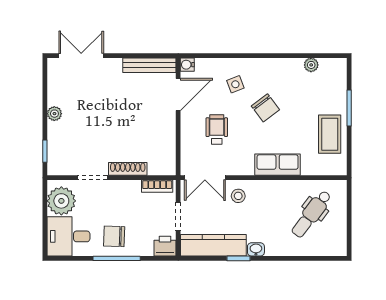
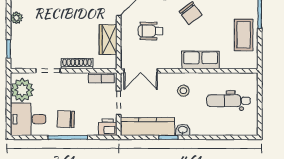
wheelchair: (217, 130) -> (150, 31), turned -90
wardrobe: (165, 140) -> (108, 39), added
stool: (238, 196) -> (183, 91), moved
dental chair: (311, 214) -> (229, 101), turned 53

